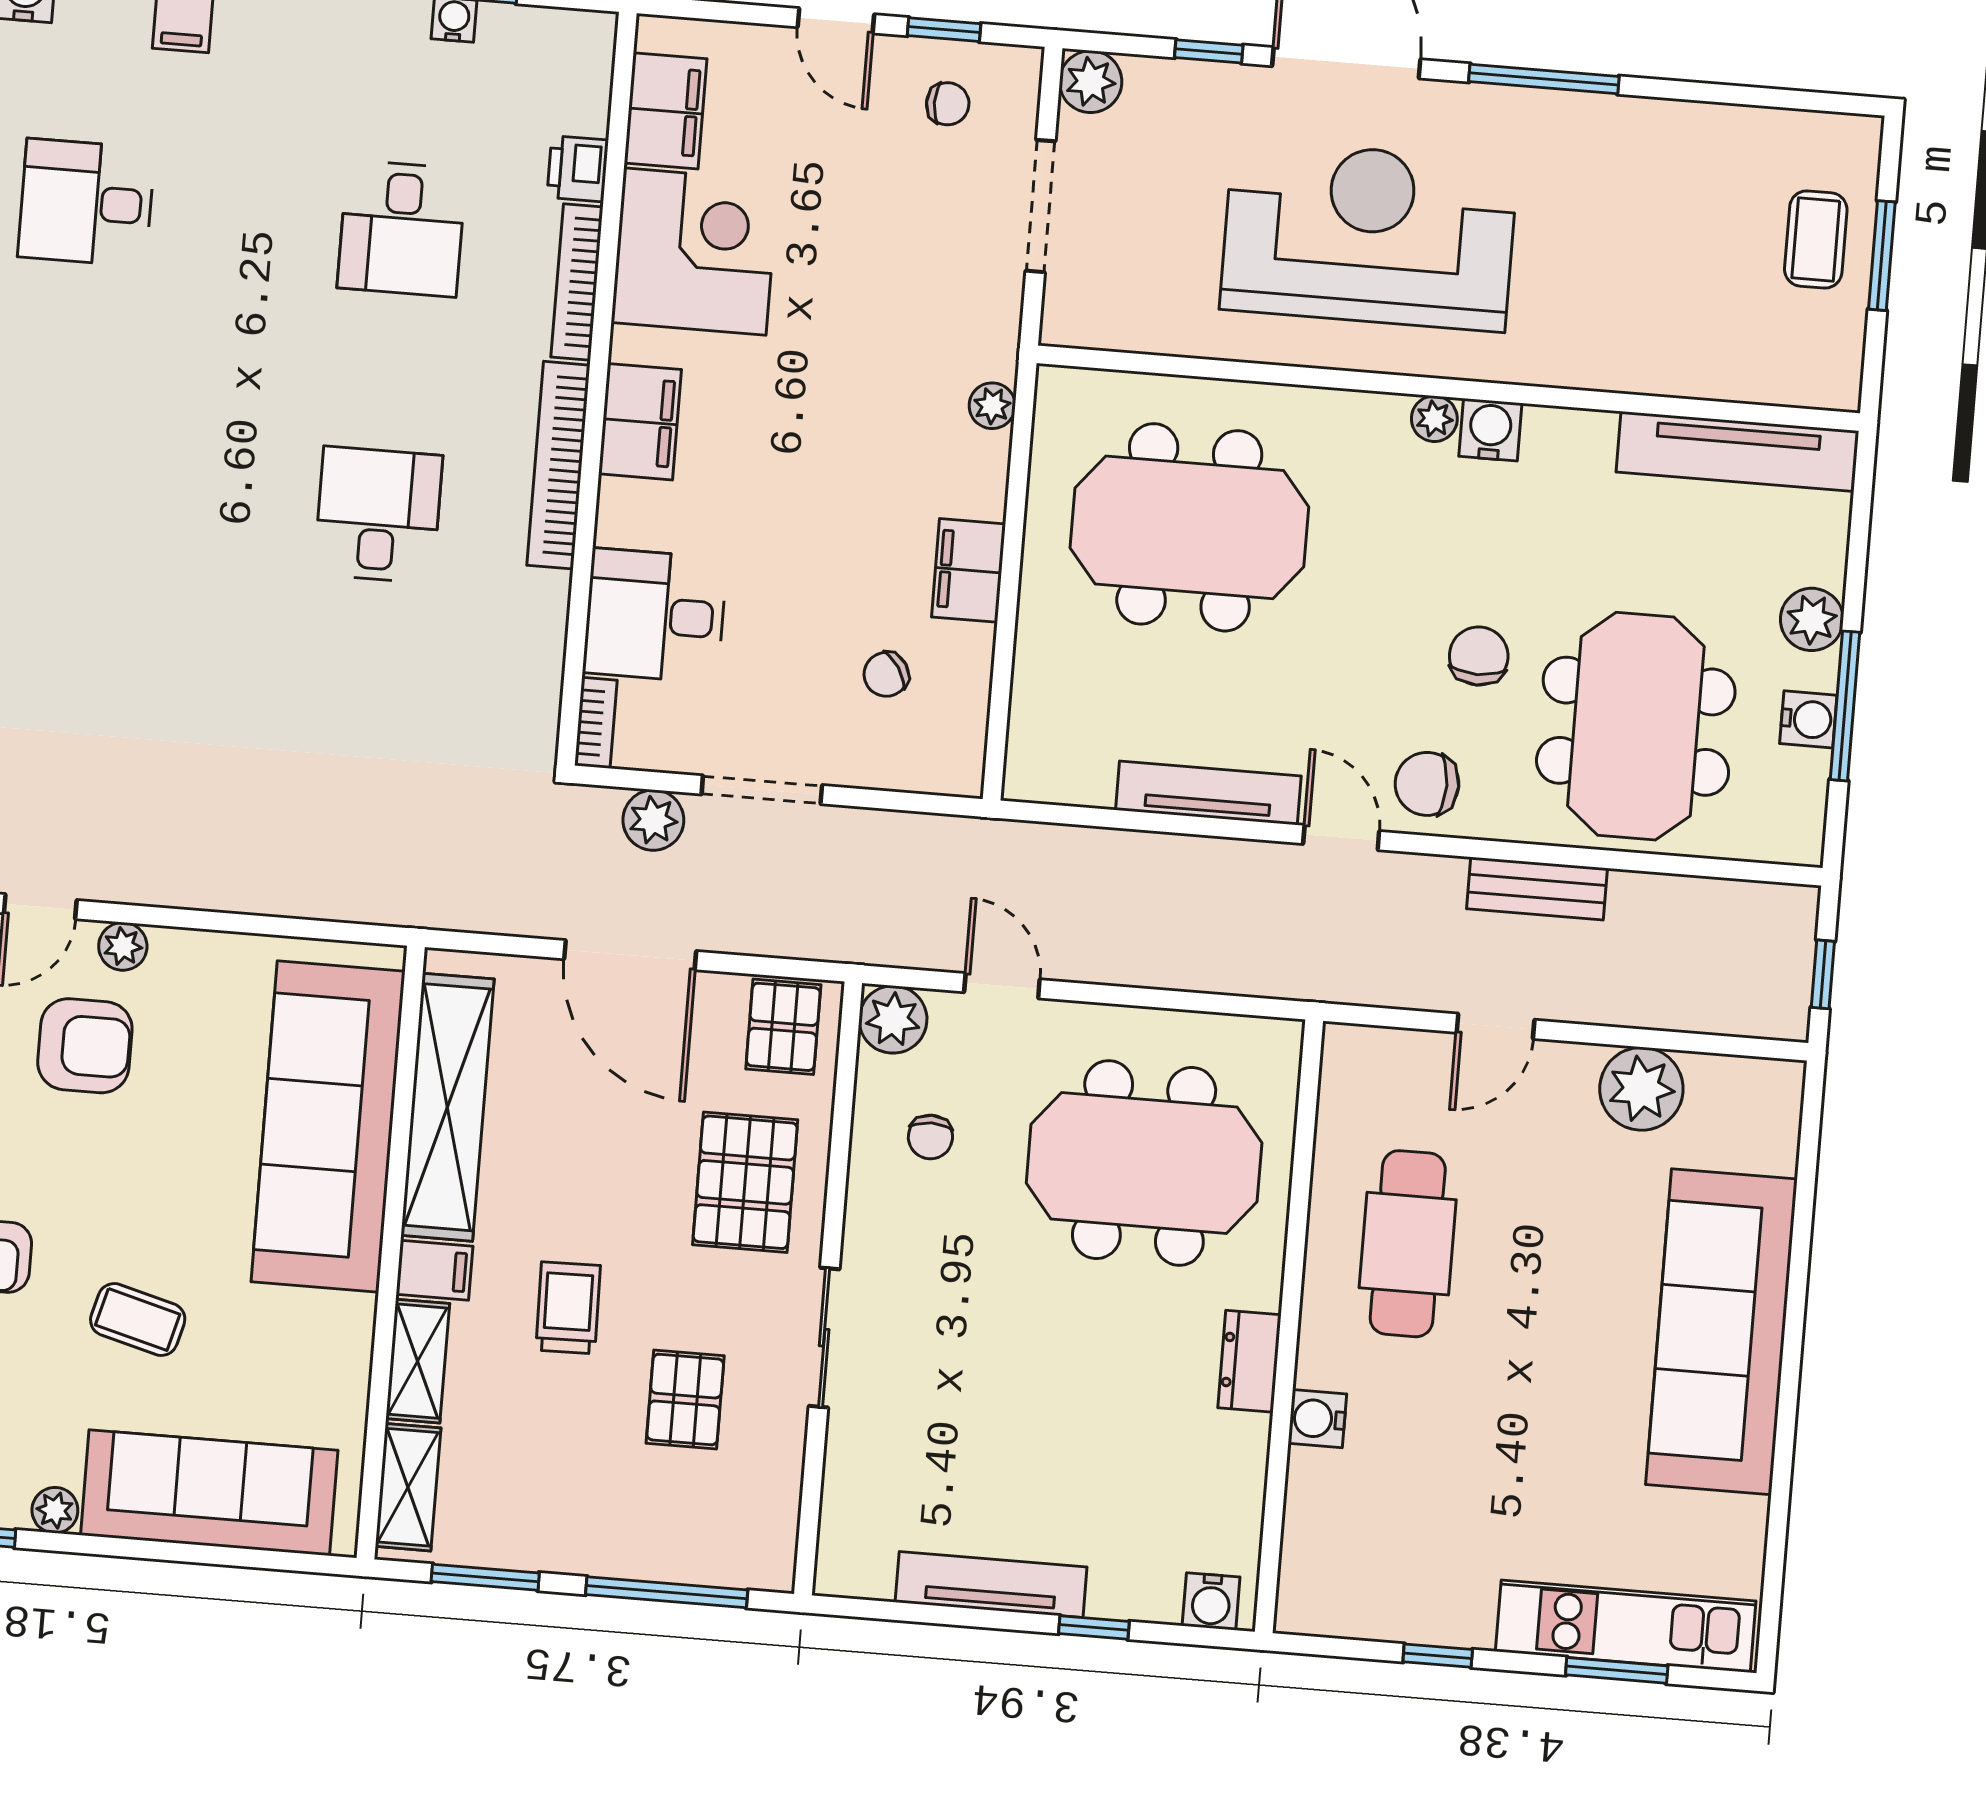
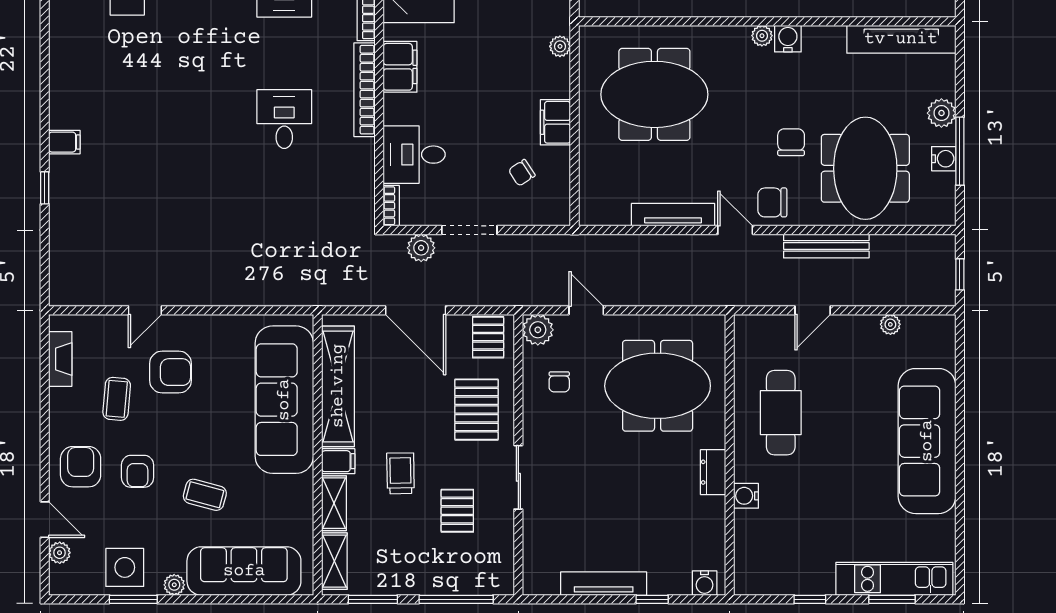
bench: (1537, 889) -> (826, 246), width x1.36
plant: (123, 946) -> (184, 325), removed
plant: (1641, 1089) -> (890, 324), width x0.53, depth x0.53

